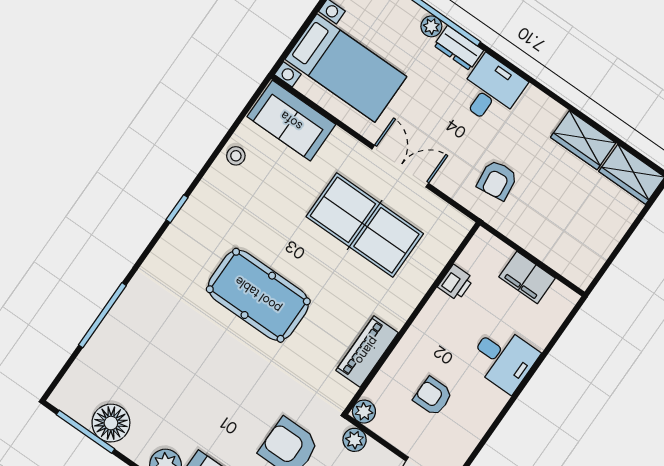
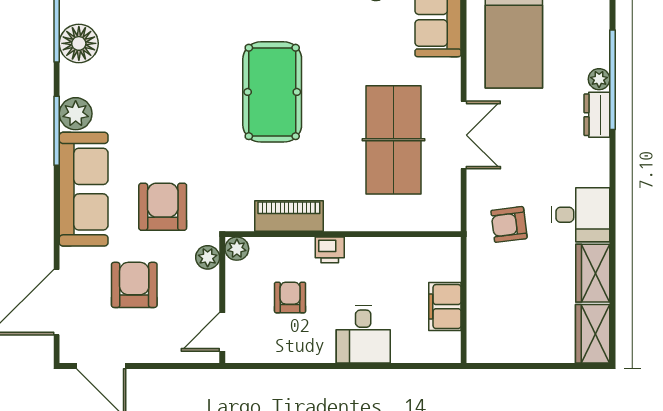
desk: (491, 90) -> (581, 215), moved
printer: (456, 283) -> (330, 250), moved

